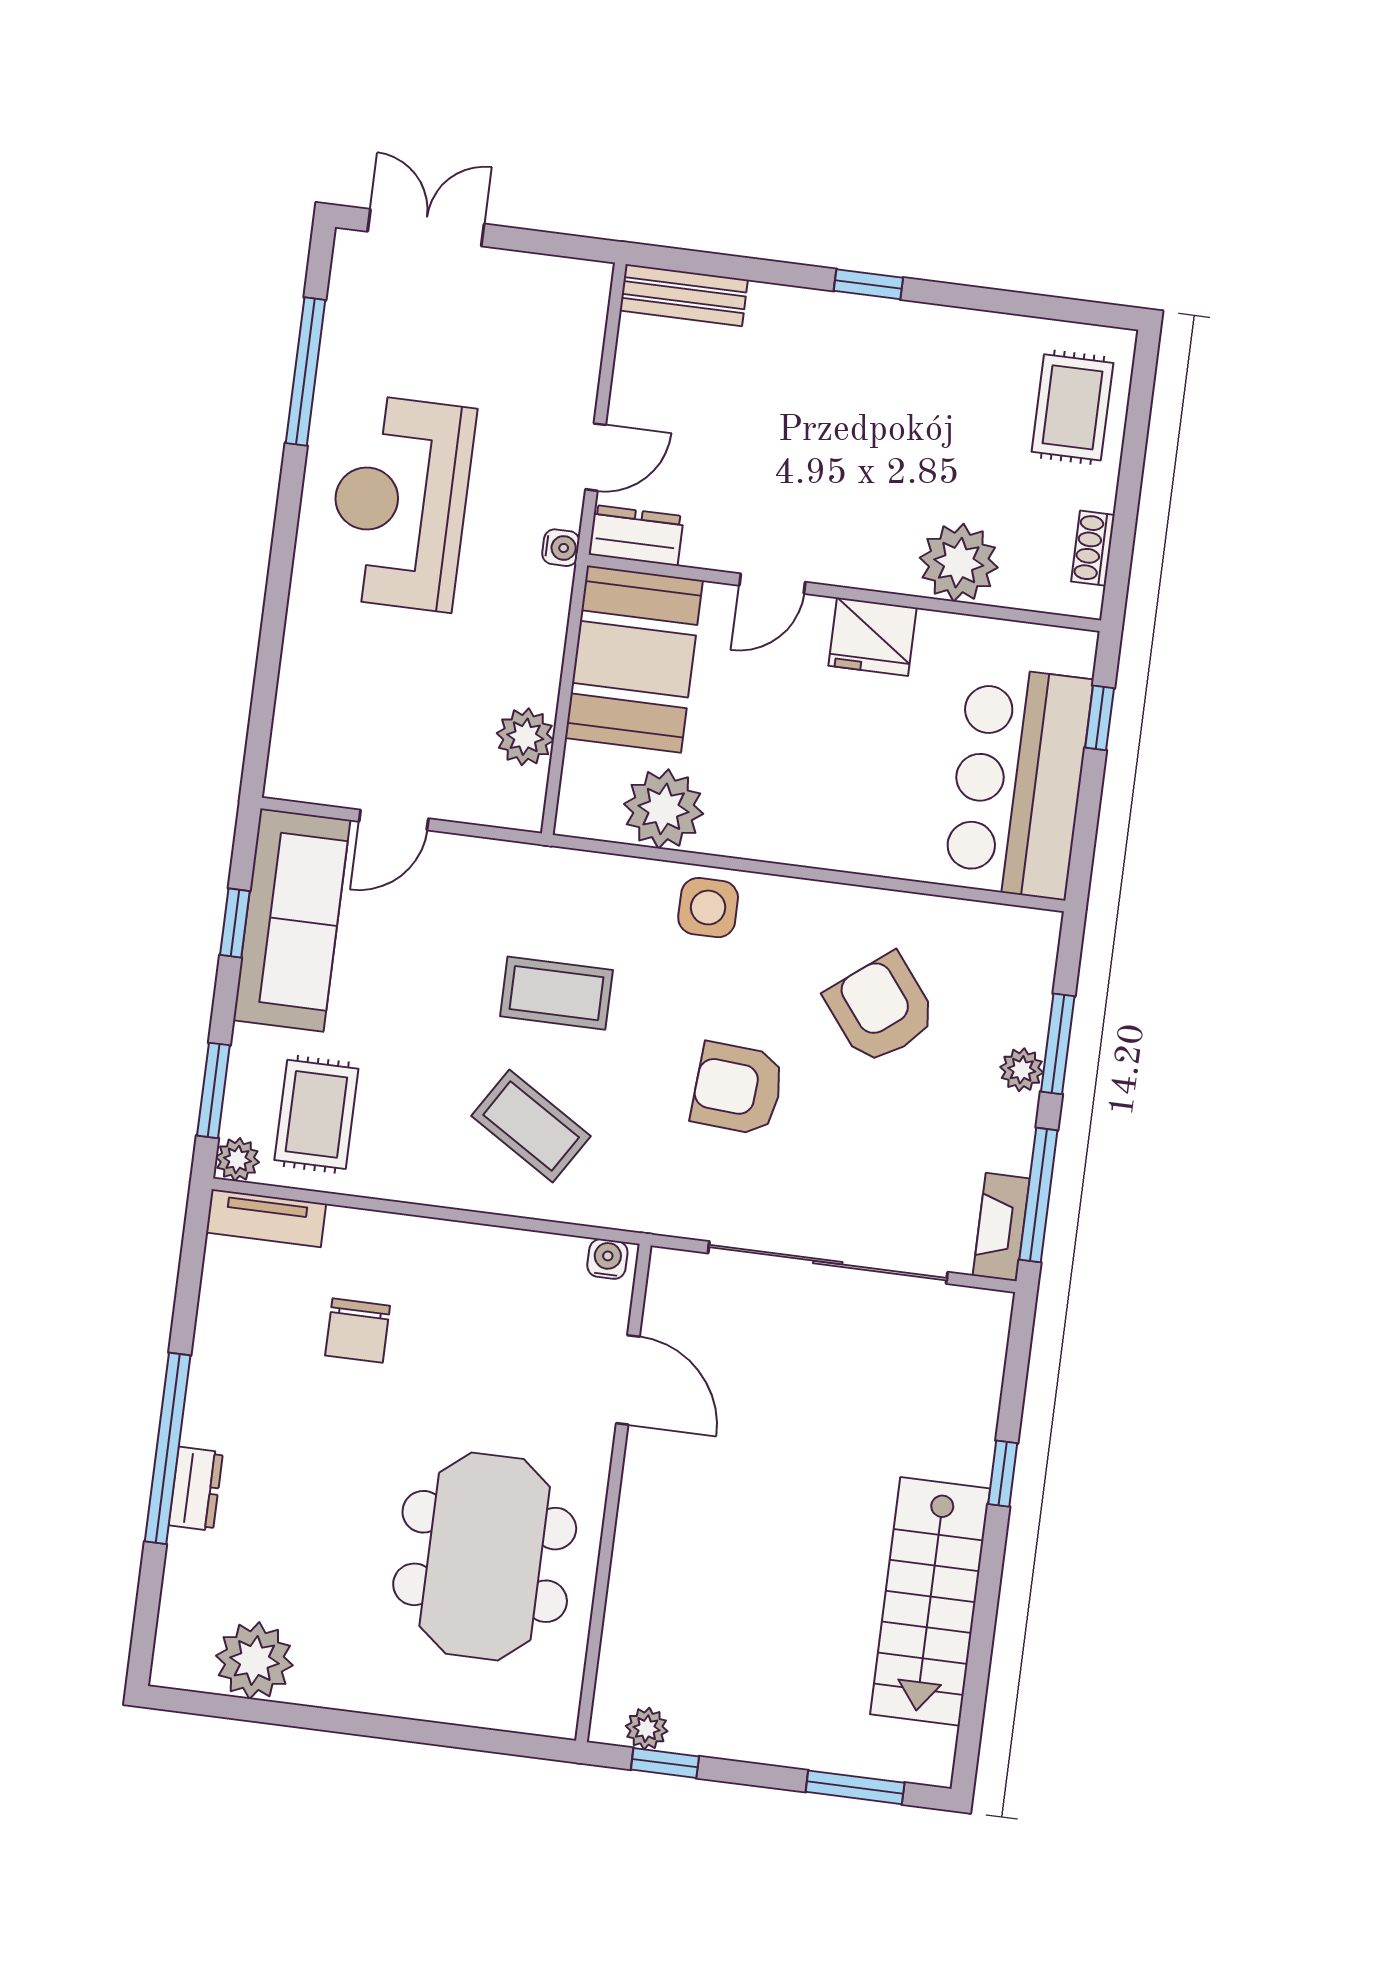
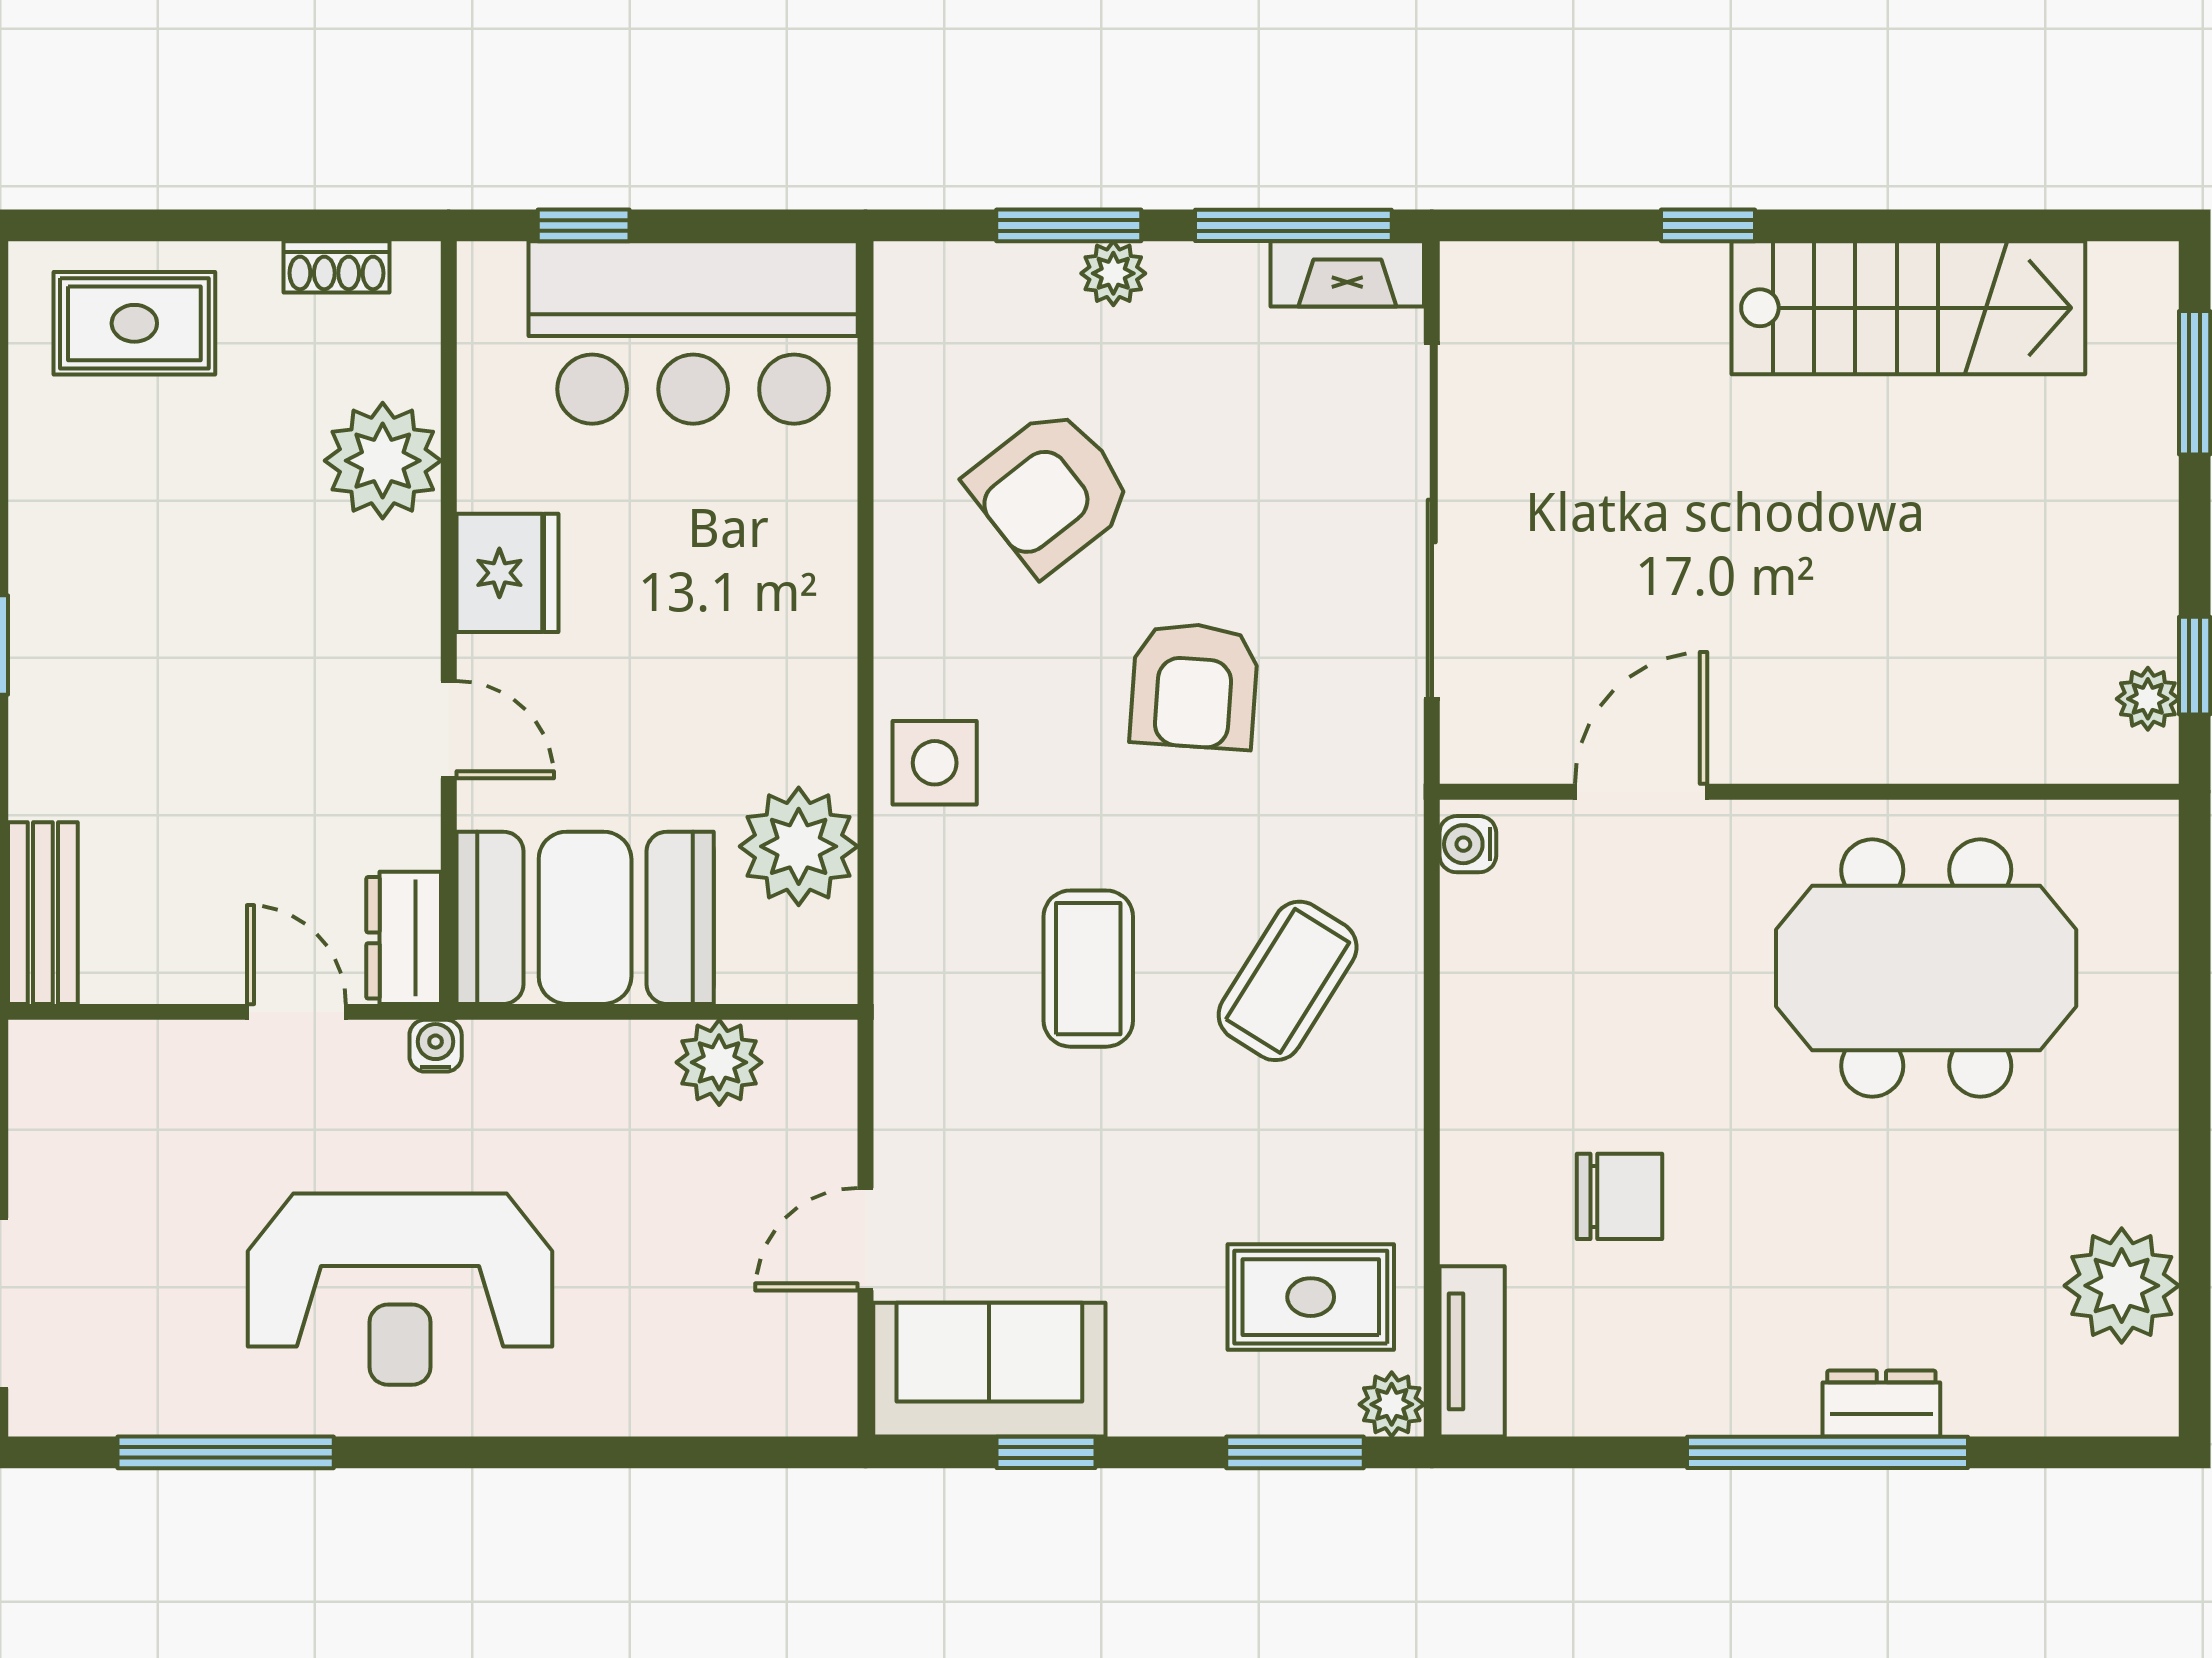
door: (394, 820) -> (865, 1239), swing flipped
sofa: (292, 920) -> (989, 1370), width x0.73

